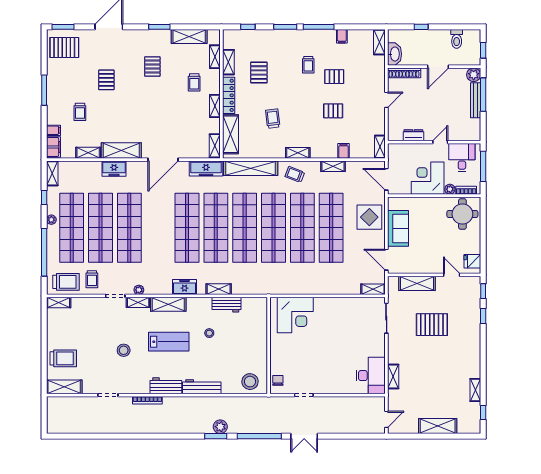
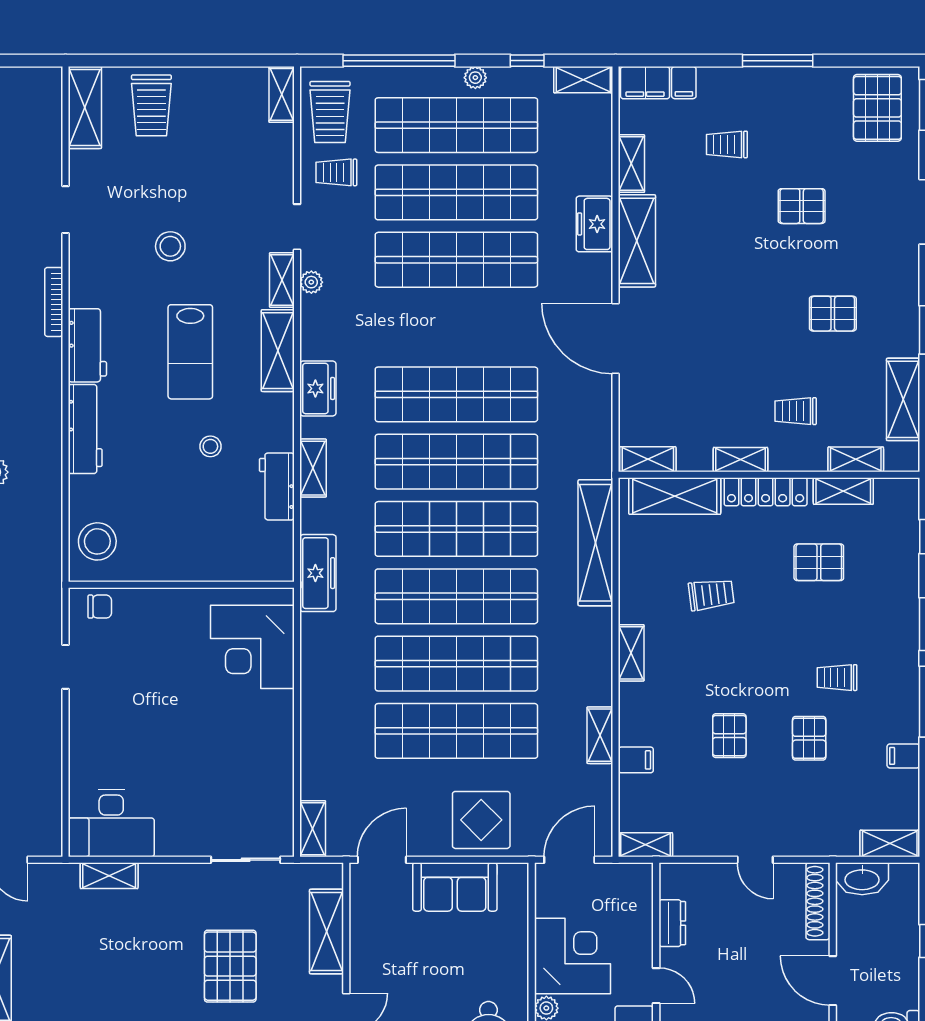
freezer: (206, 168) -> (318, 573), moved, turned 180
trolley: (295, 174) -> (581, 646), removed

